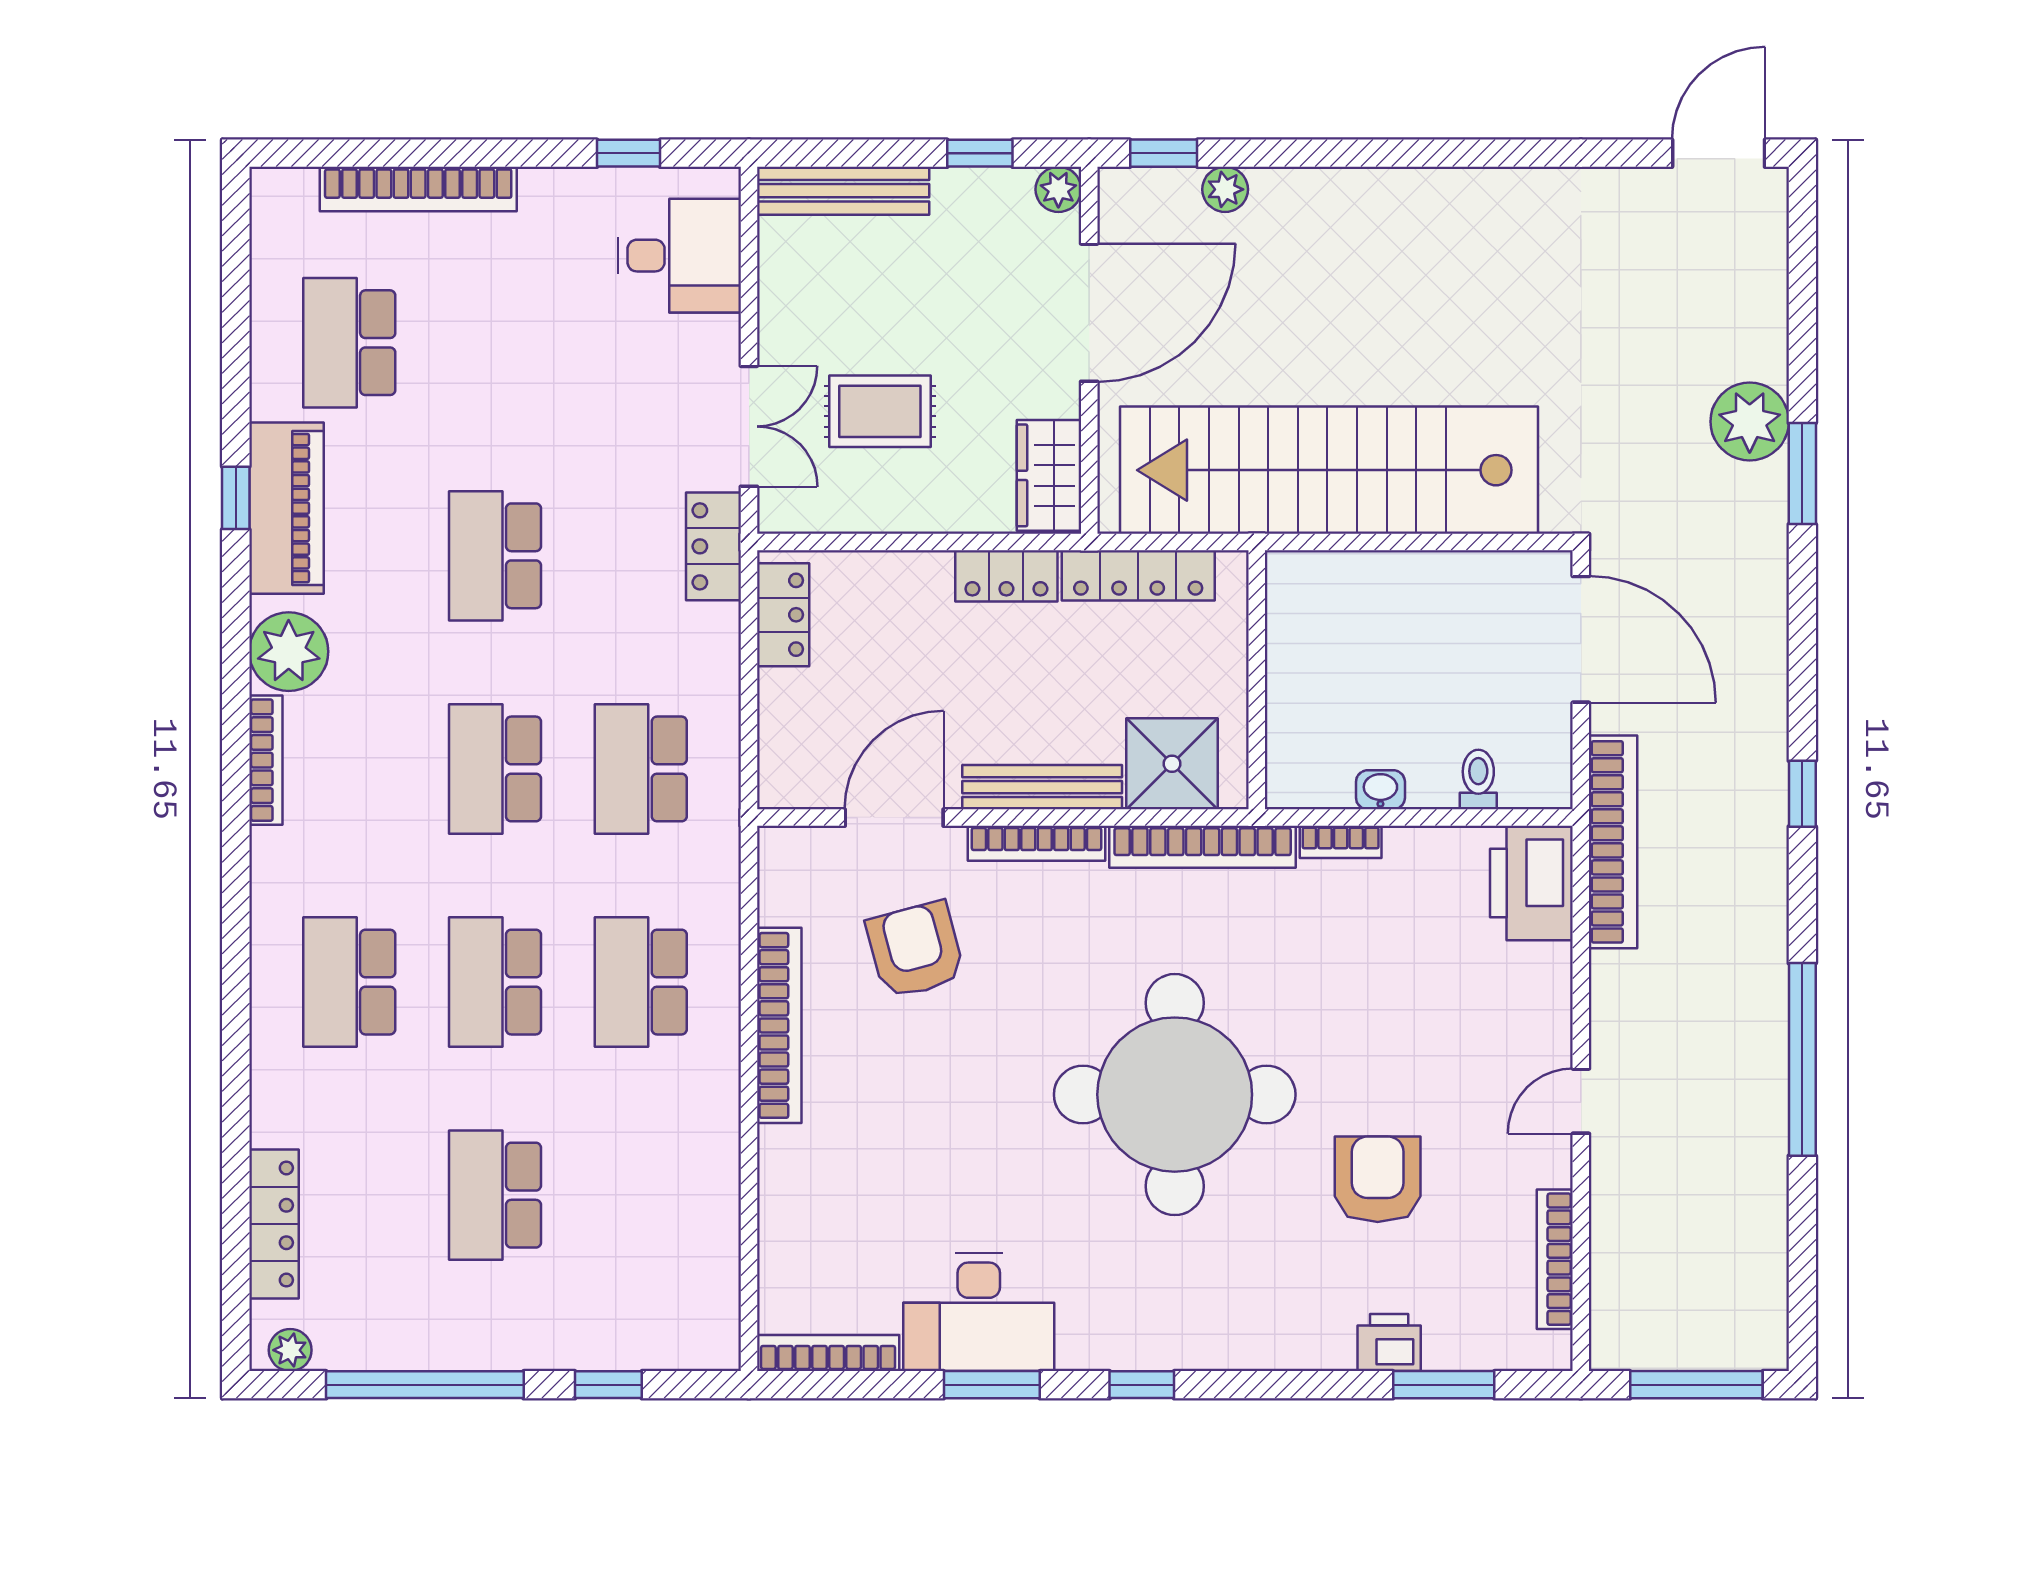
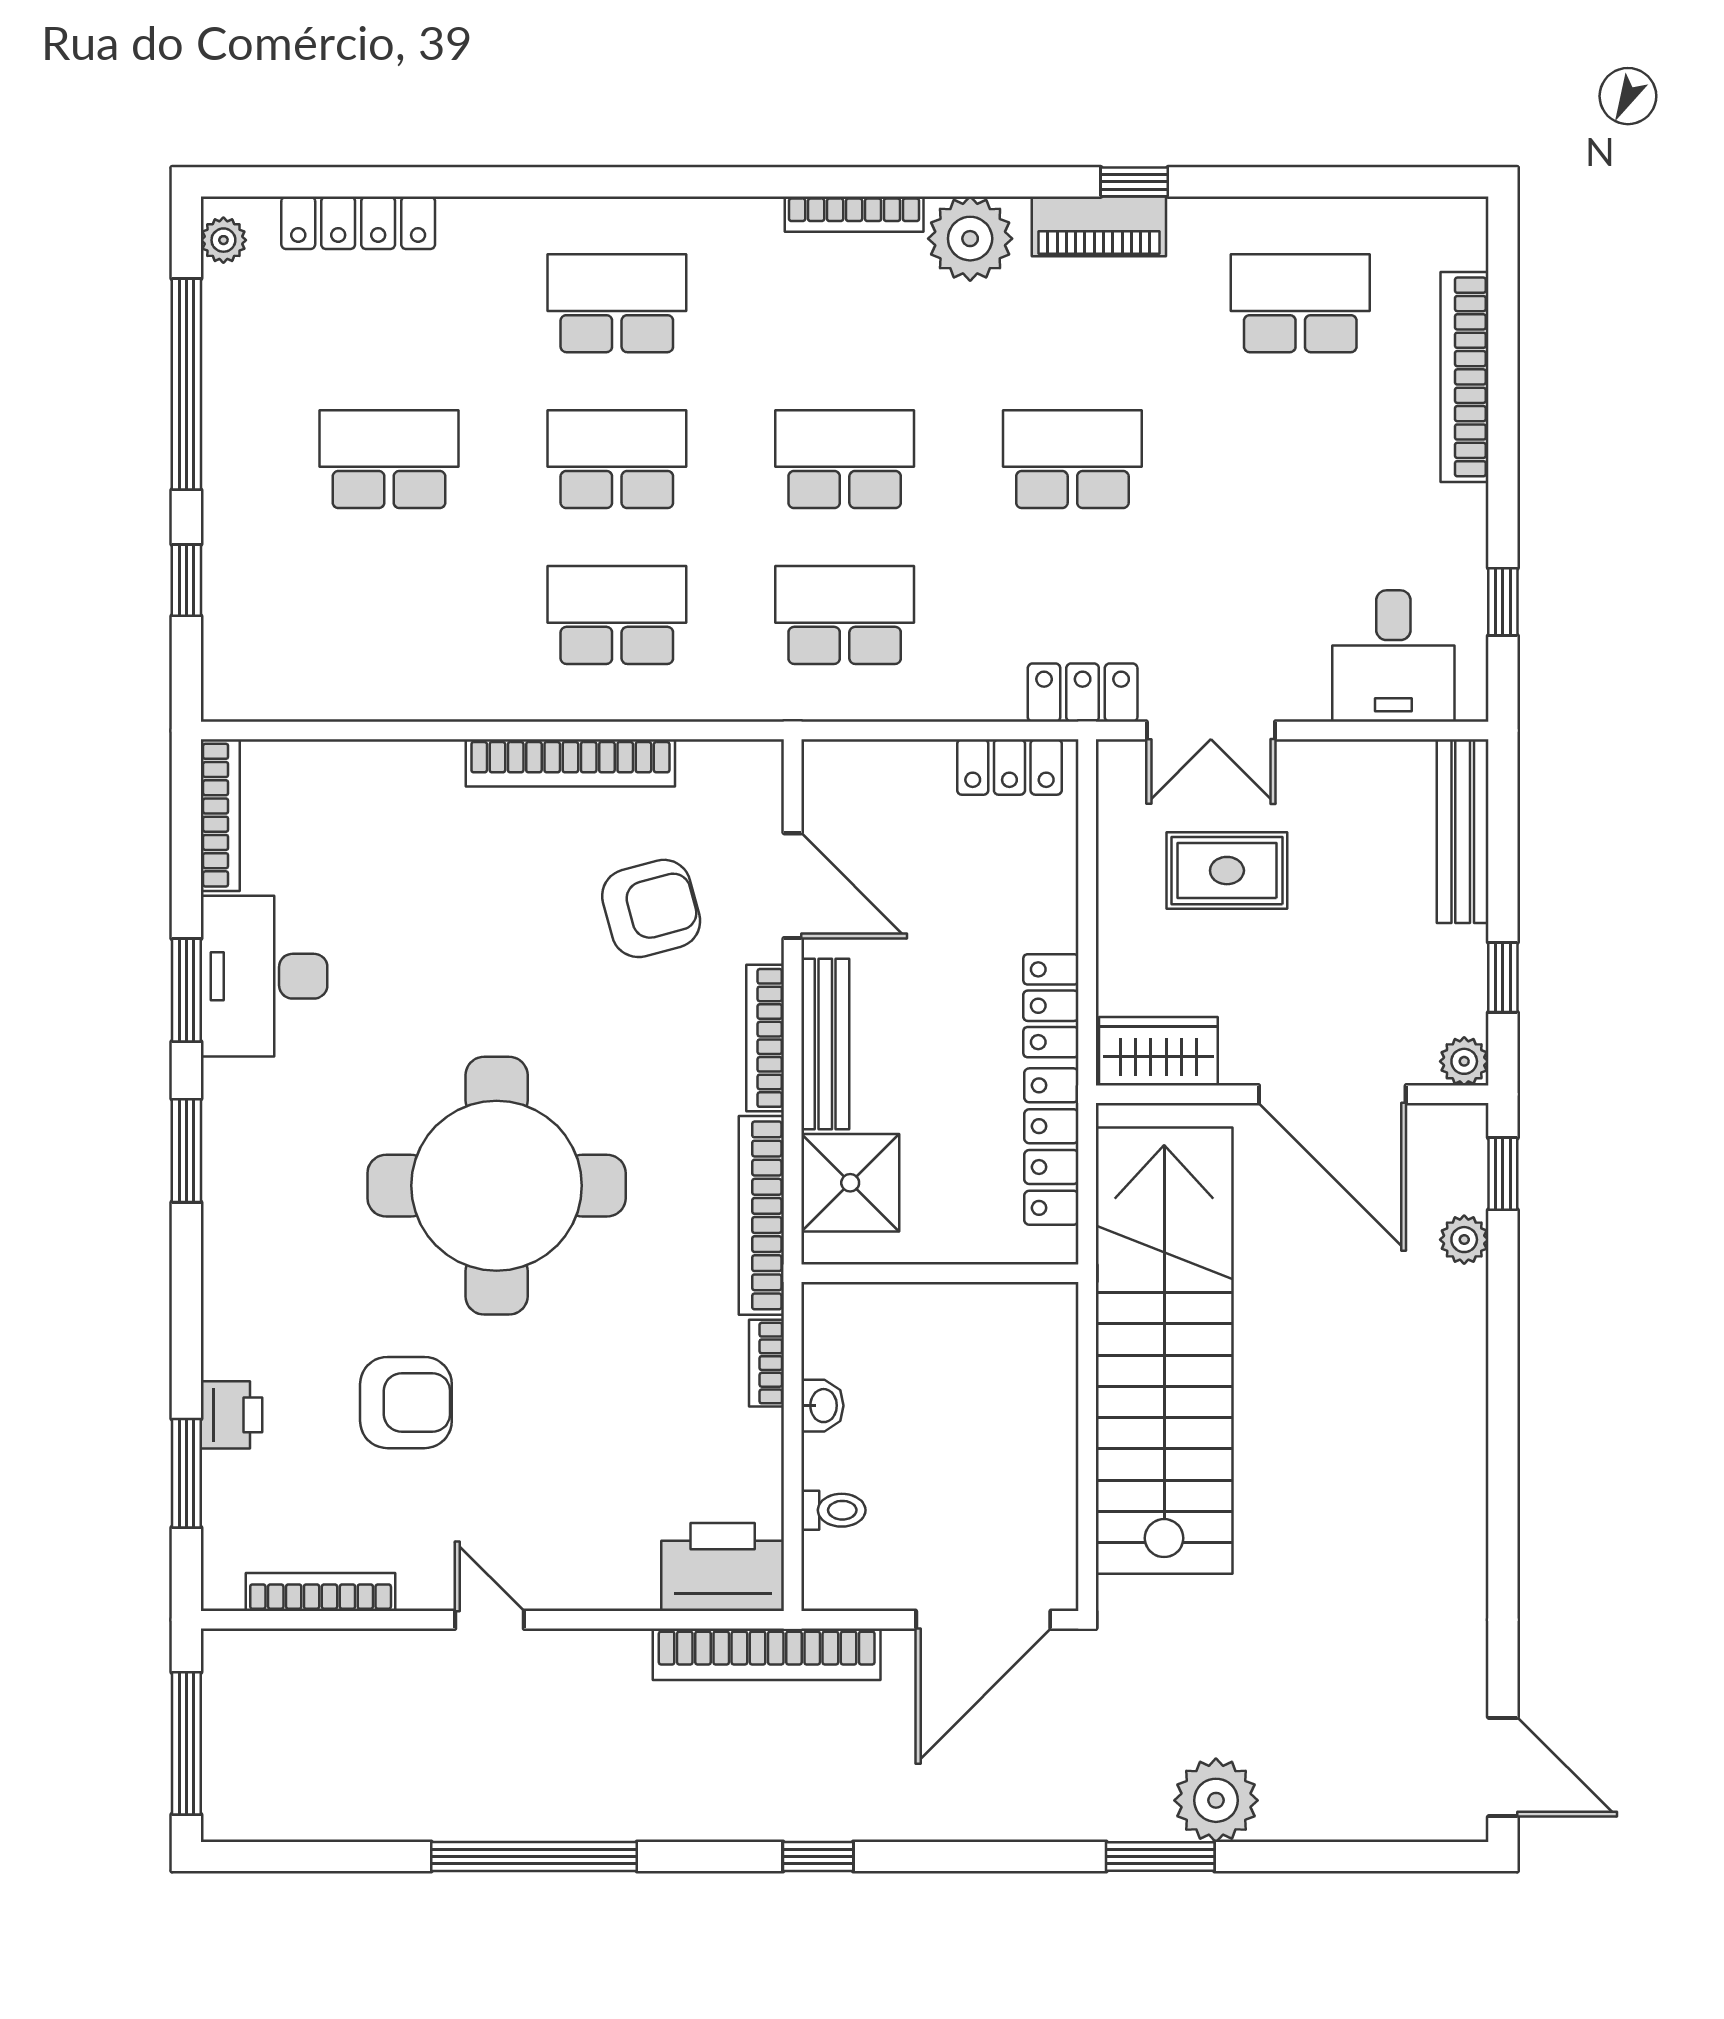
rug: (880, 411) -> (1227, 871), turned 90
piano: (286, 508) -> (1099, 226), width x0.73, depth x0.75
window: (1142, 1385) -> (186, 1151), width x1.50

